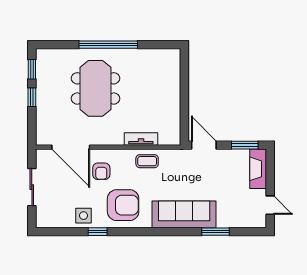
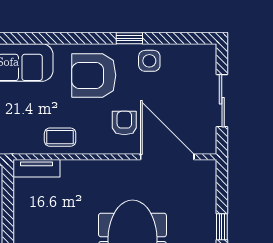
tv unit: (141, 139) -> (36, 168), moved

